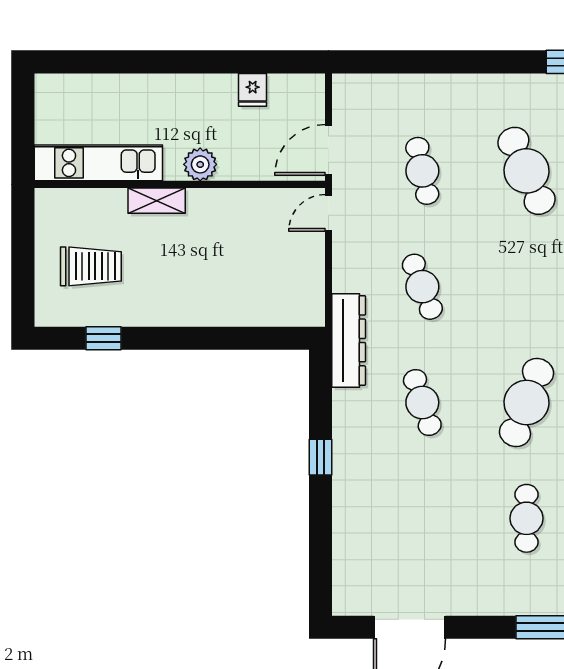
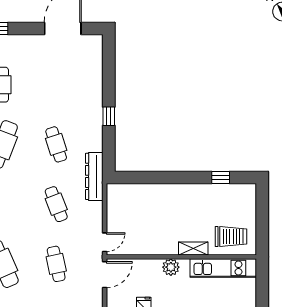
trolley: (91, 266) -> (231, 236), moved, turned 180

